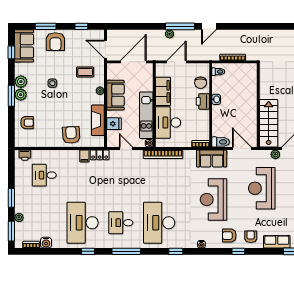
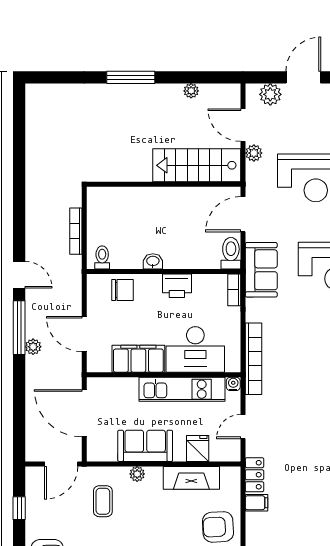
printer: (203, 101) -> (177, 286), moved

